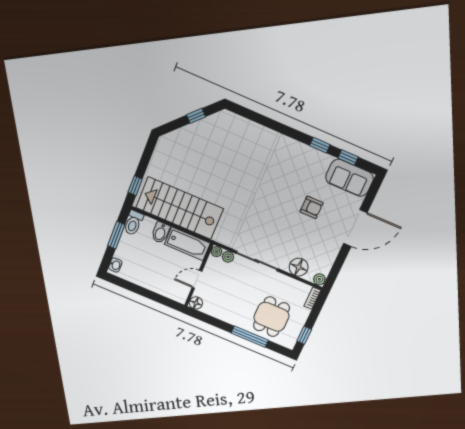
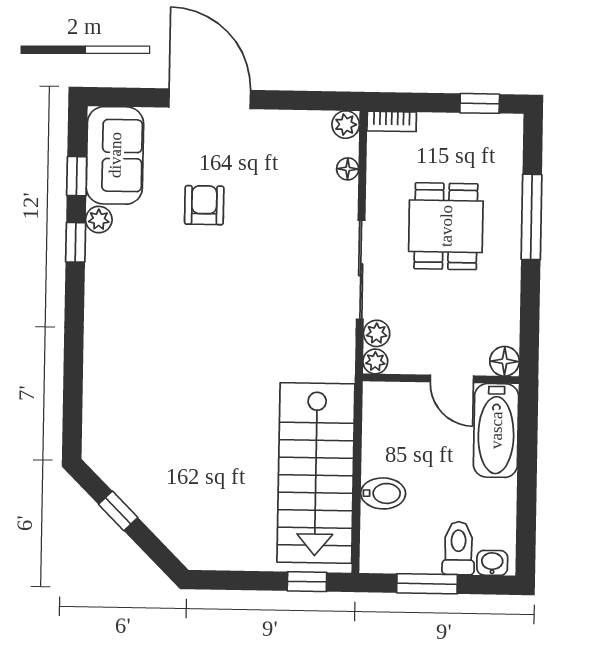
plant: (325, 159) -> (99, 220), added
toilet: (133, 223) -> (458, 548), moved, turned -90
bathtub: (187, 244) -> (496, 430), moved, turned 180
floor lamp: (299, 267) -> (348, 169), width x0.53, depth x0.53
dining table: (271, 317) -> (446, 226), moved, turned 90

